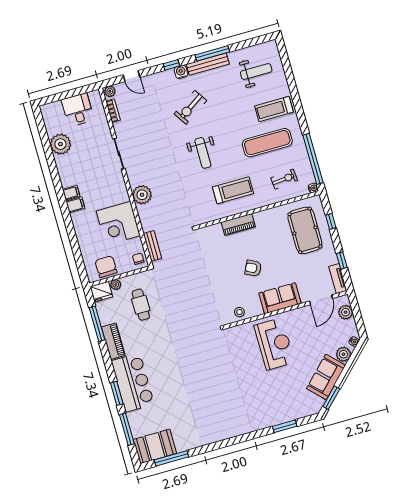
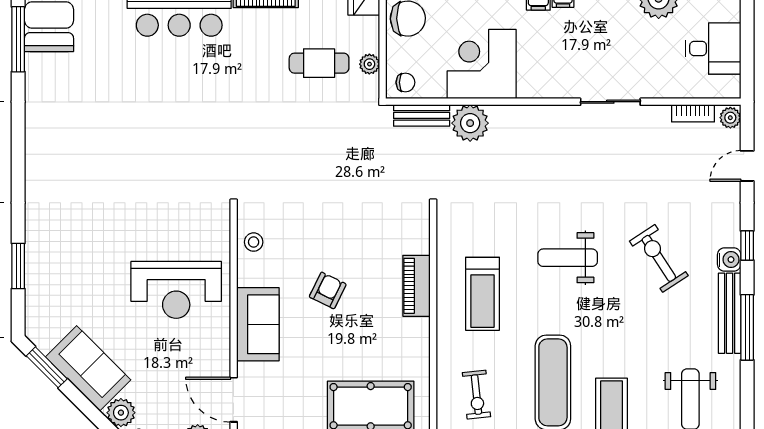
plant: (142, 195) -> (470, 123), moved
plant: (116, 284) -> (369, 64), moved

